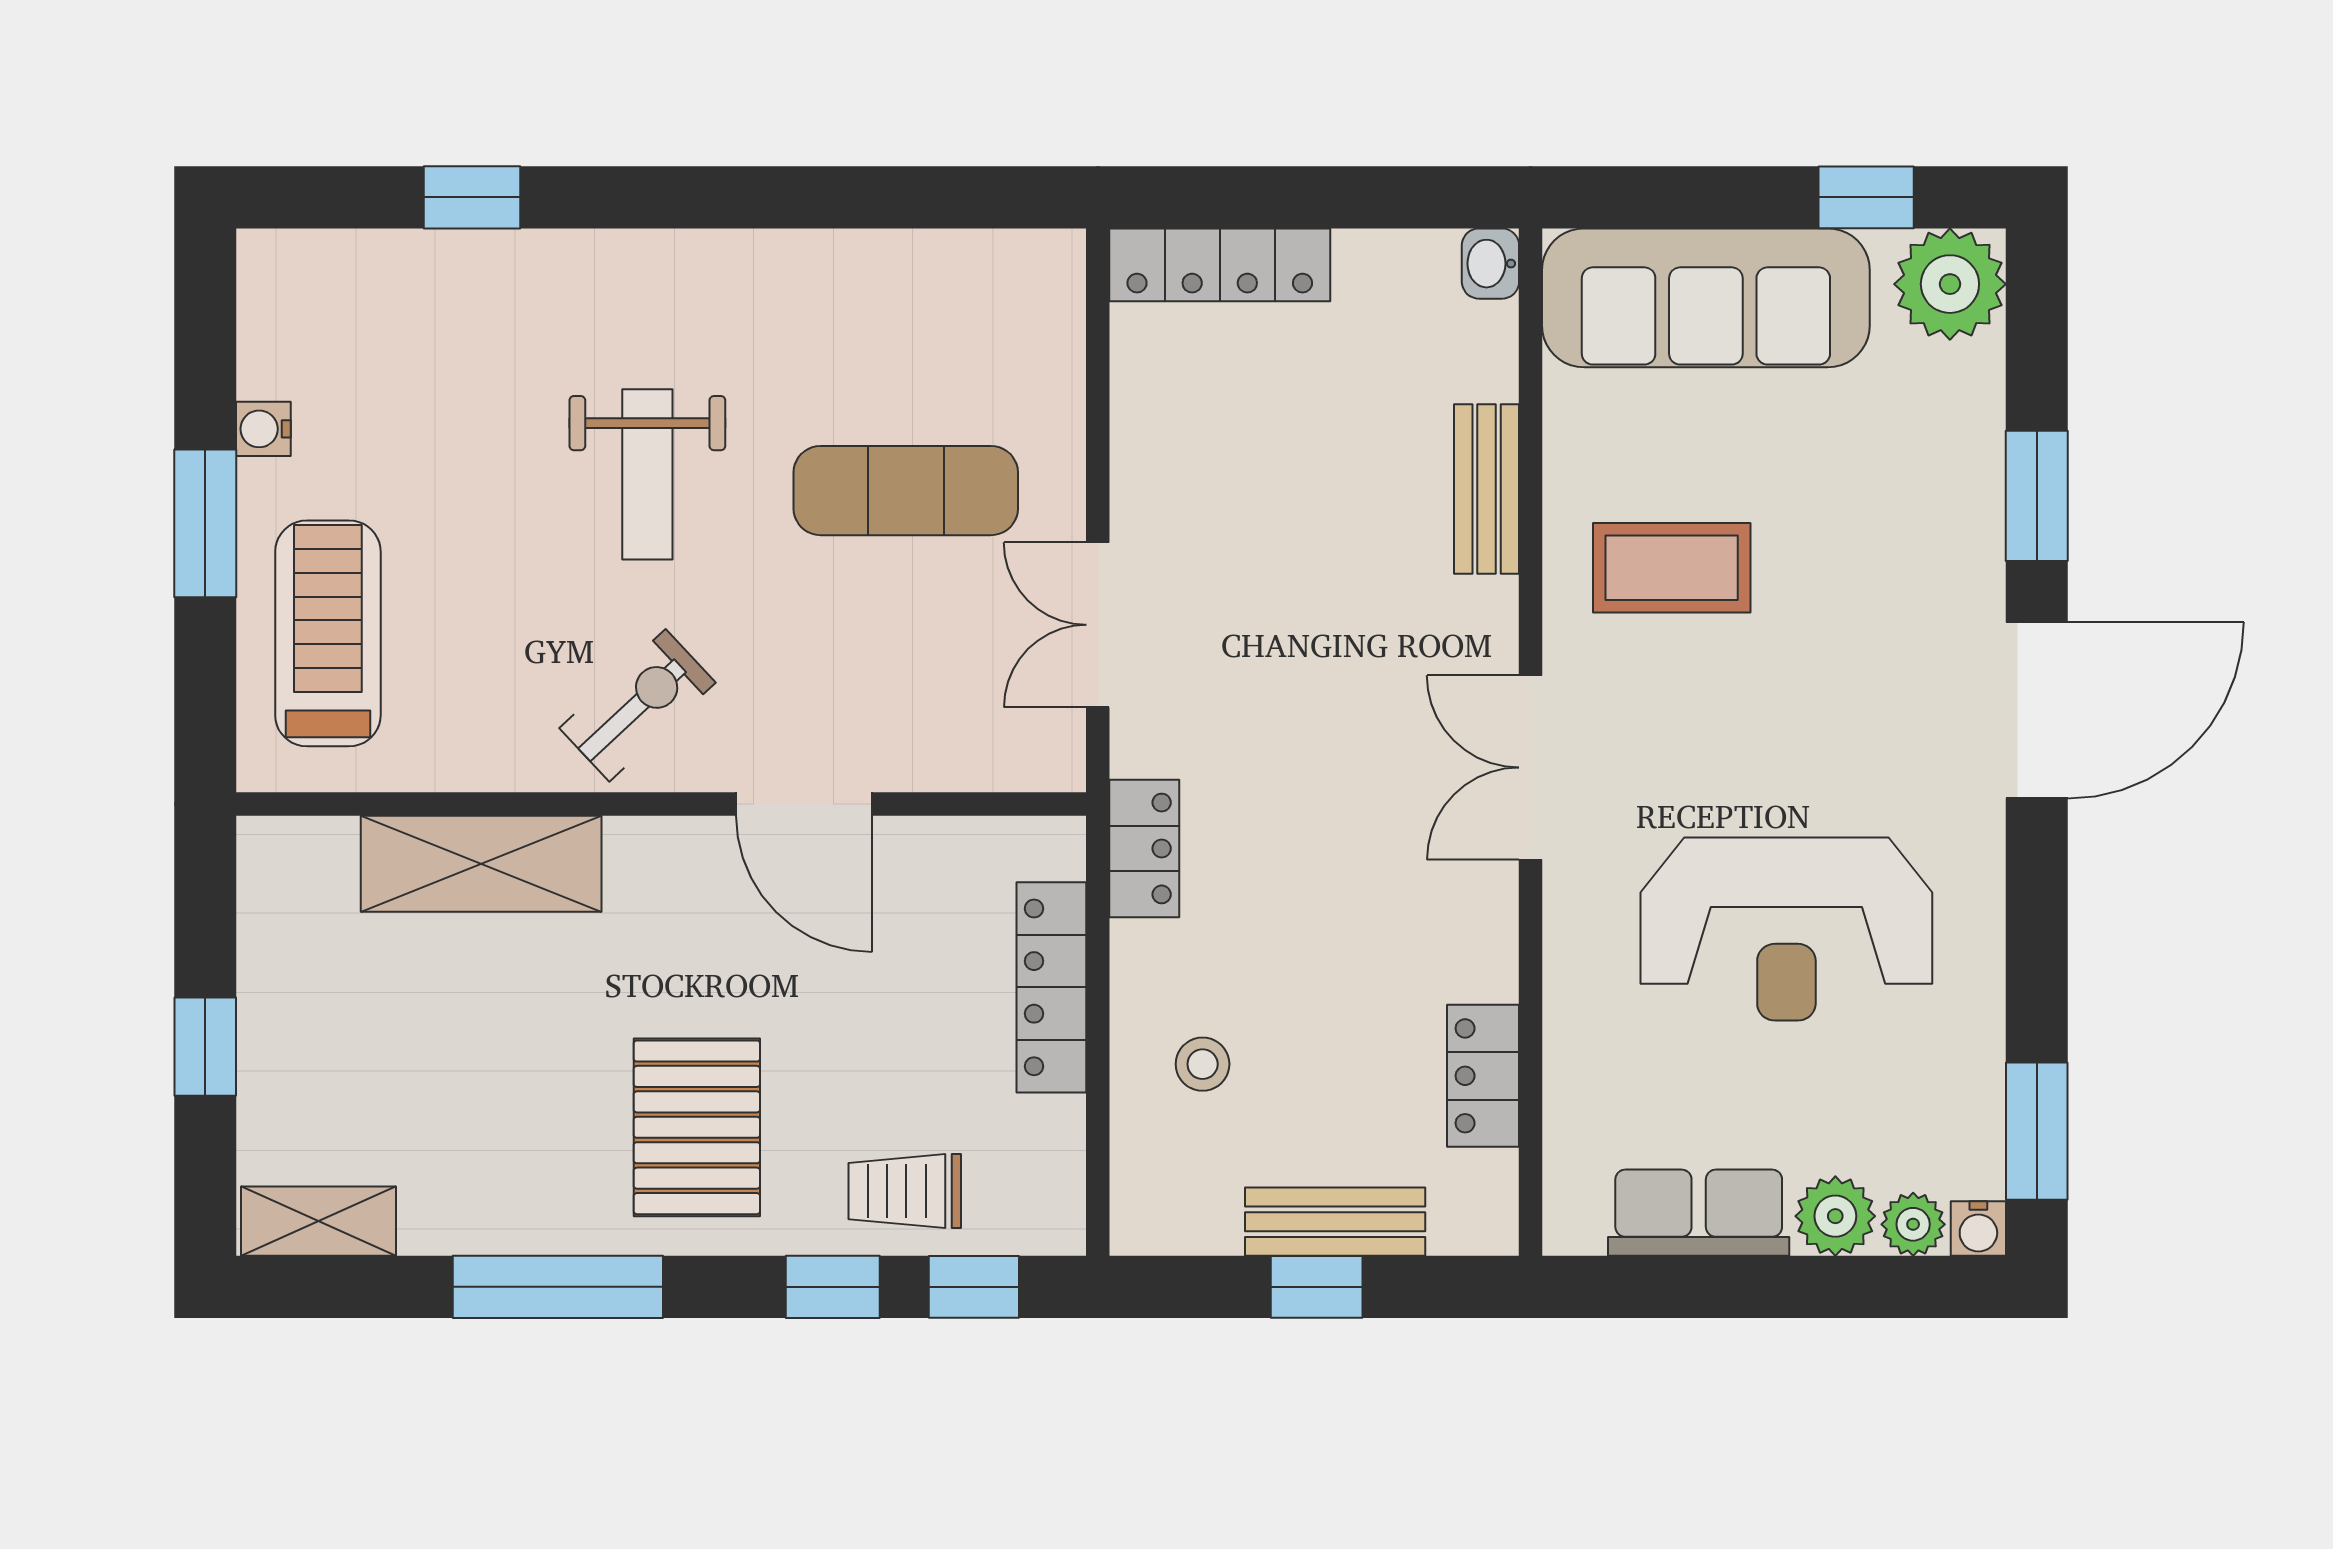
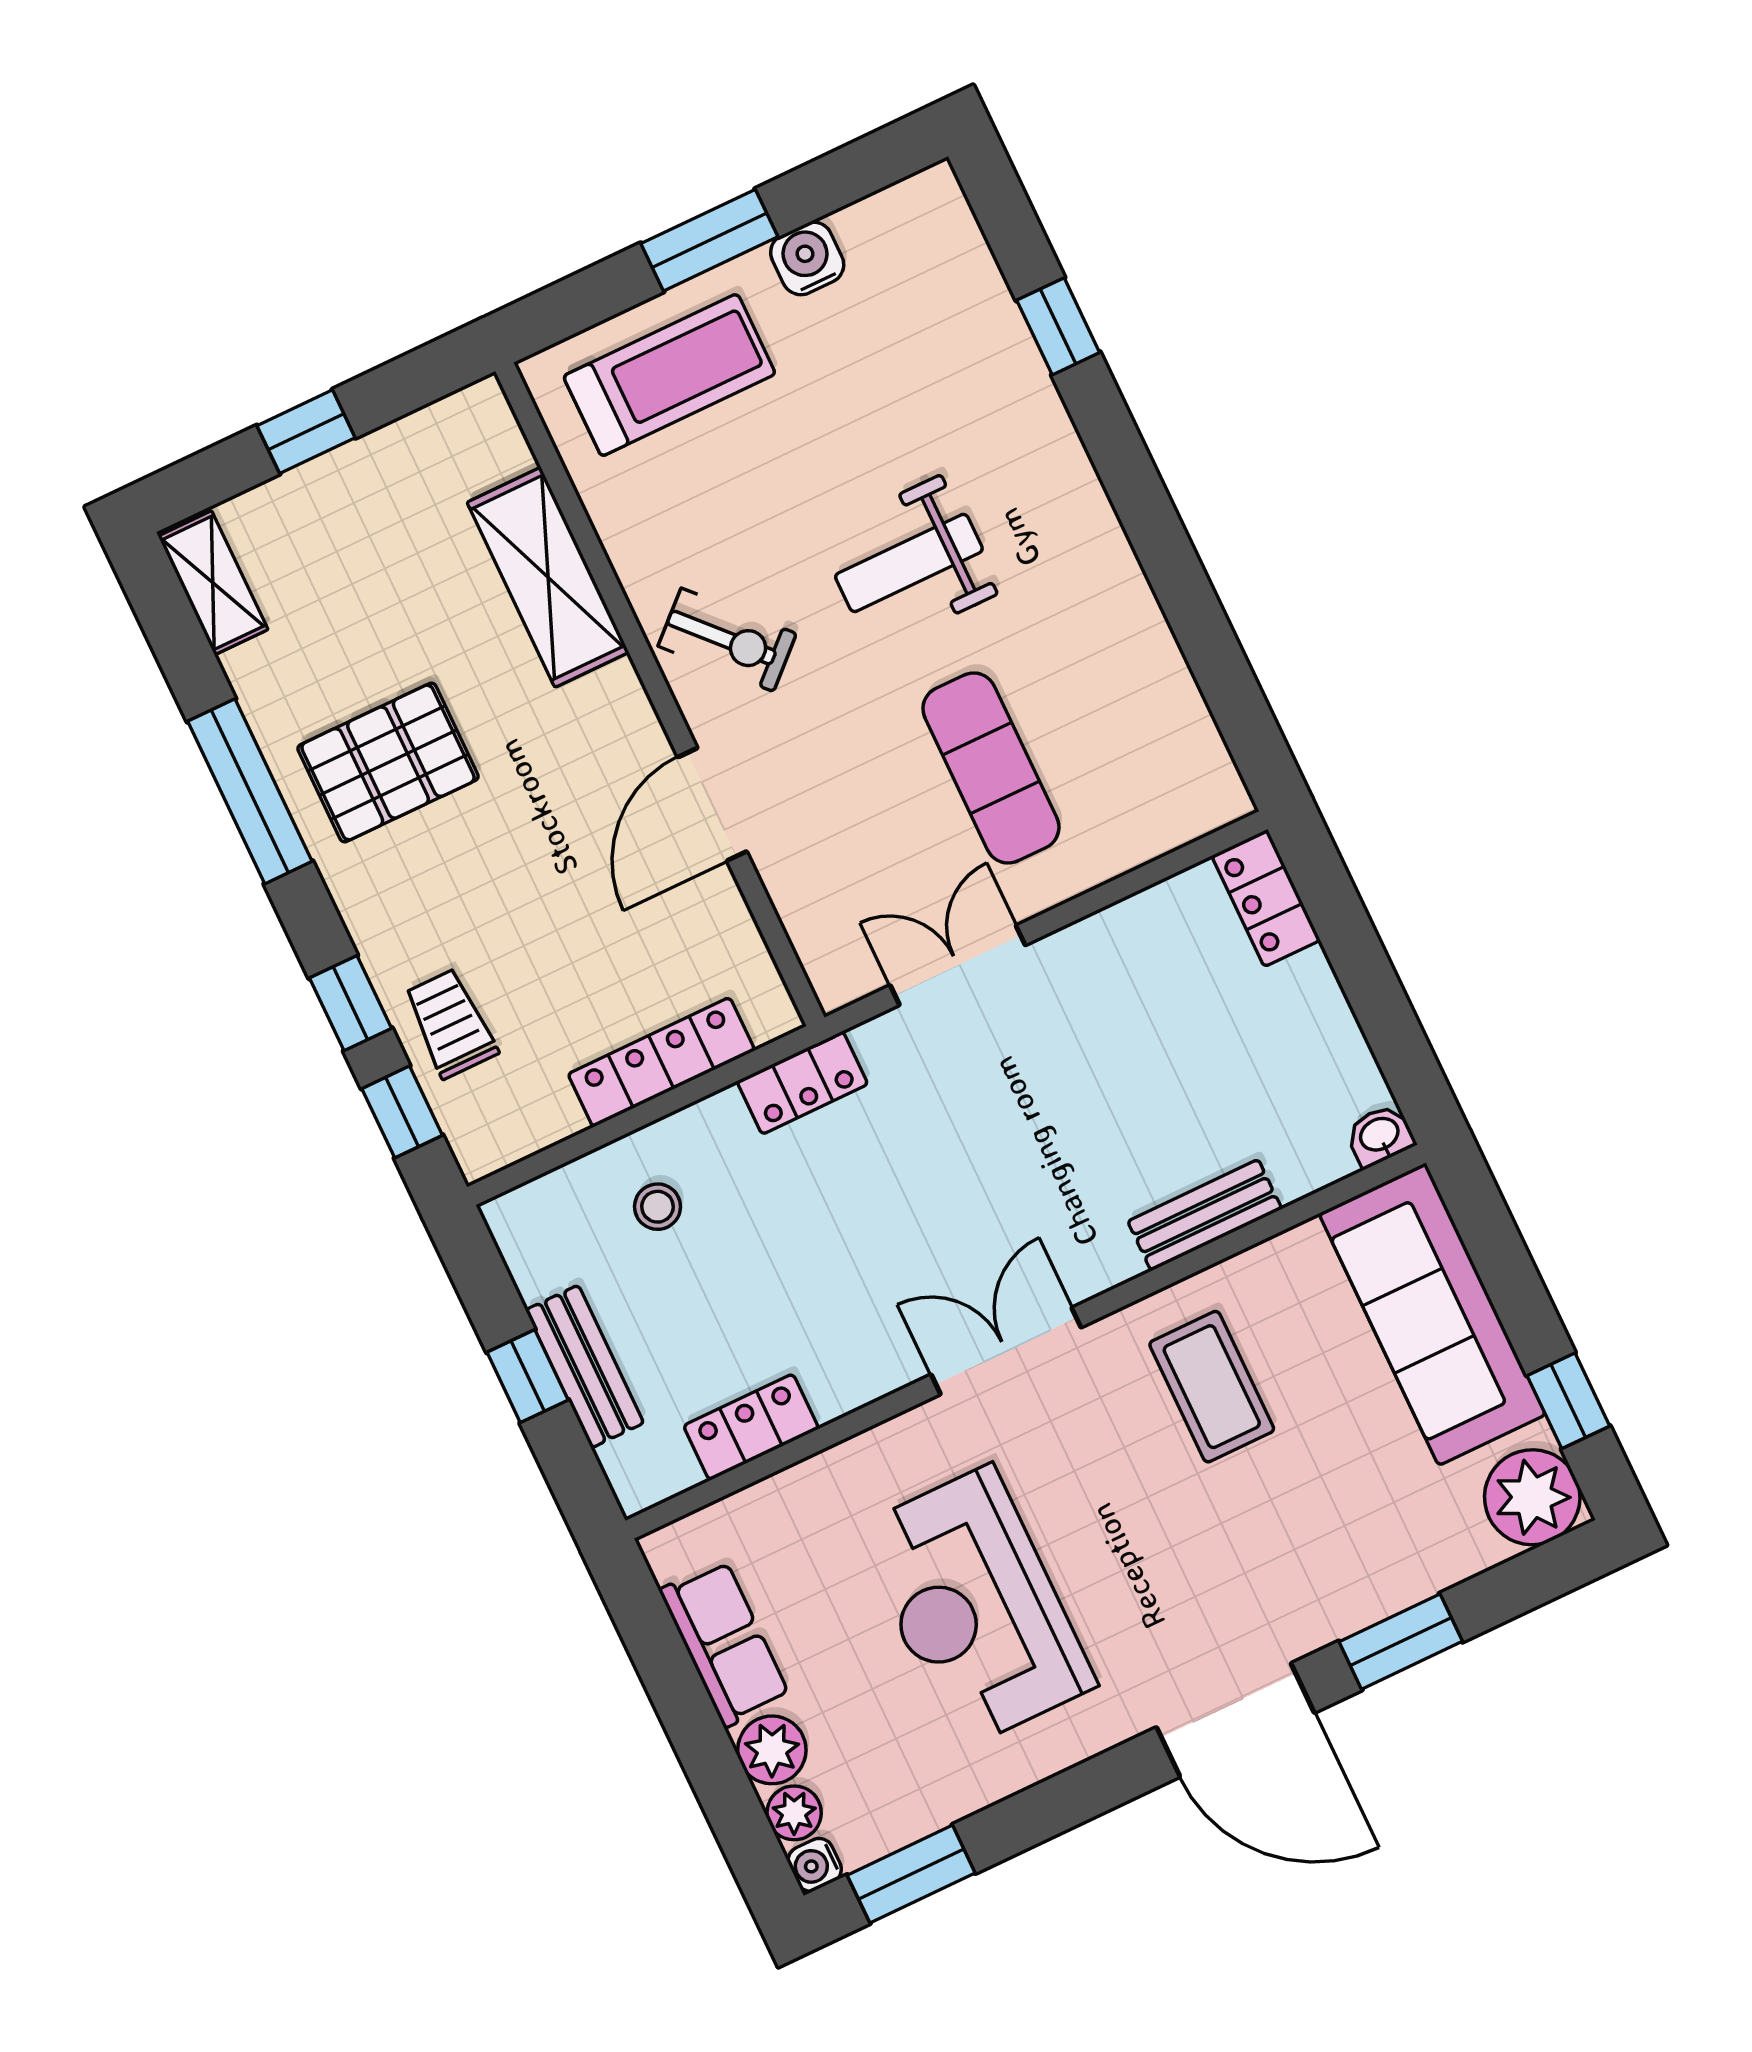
locker: (1220, 265) -> (1266, 898), width x0.66
water cooler: (263, 429) -> (807, 258), width x1.38, depth x1.38
pallet: (697, 1127) -> (388, 763), moved

